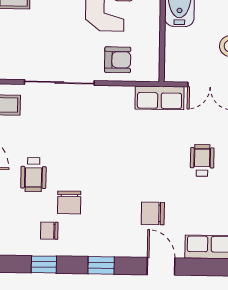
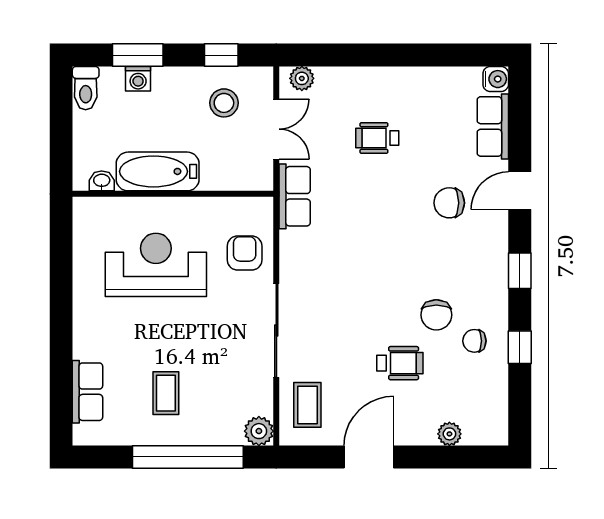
chair: (69, 202) -> (436, 315), turned 90
chair: (153, 213) -> (449, 203), turned 90
chair: (49, 231) -> (474, 341), turned 90

